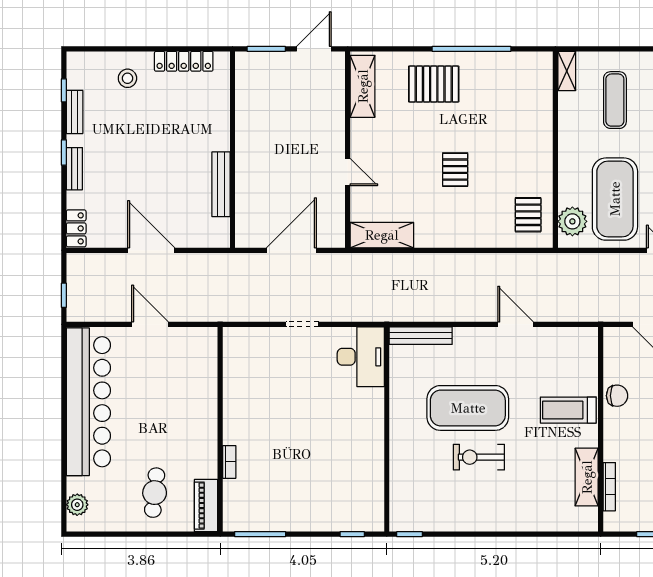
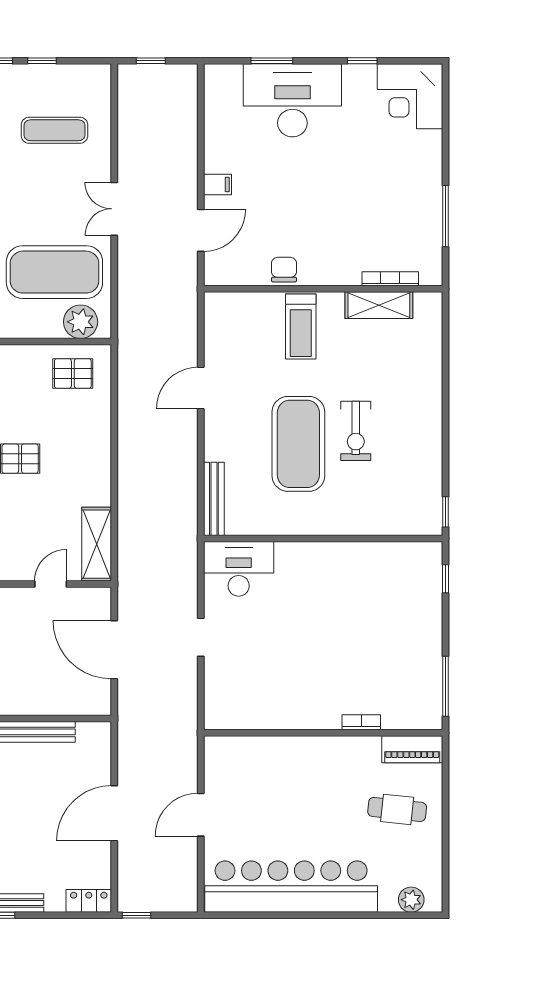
door: (348, 172) -> (51, 584), moved
window: (64, 295) -> (137, 915), moved

